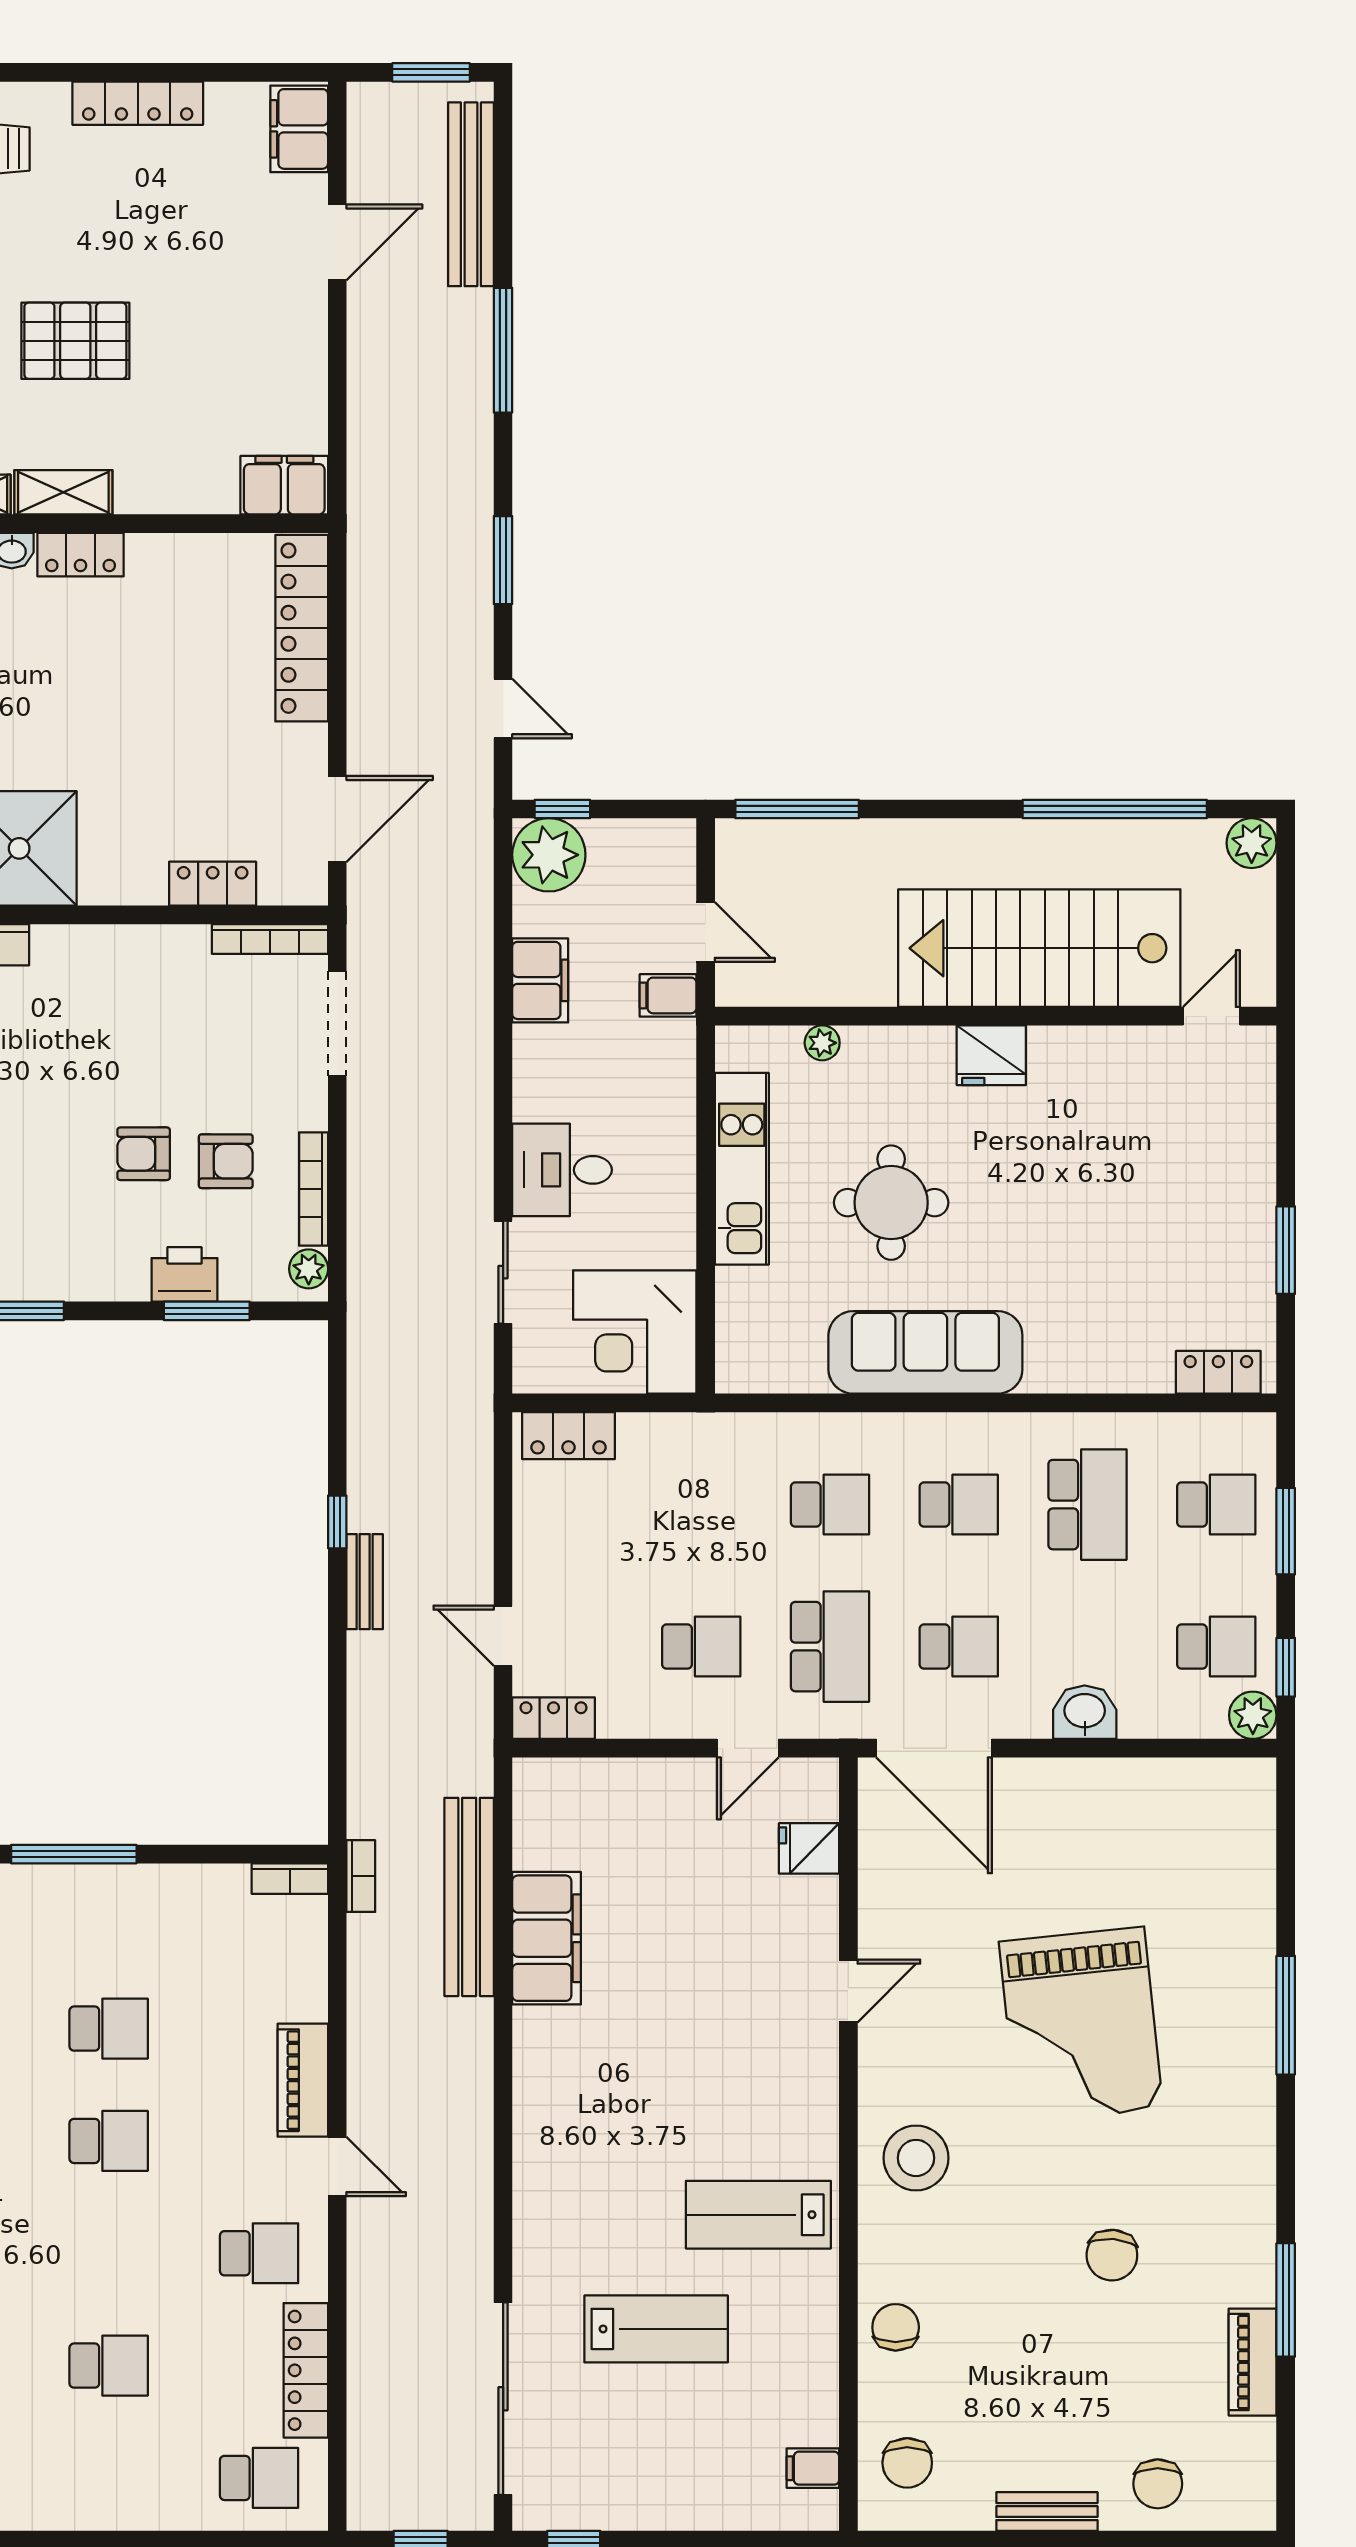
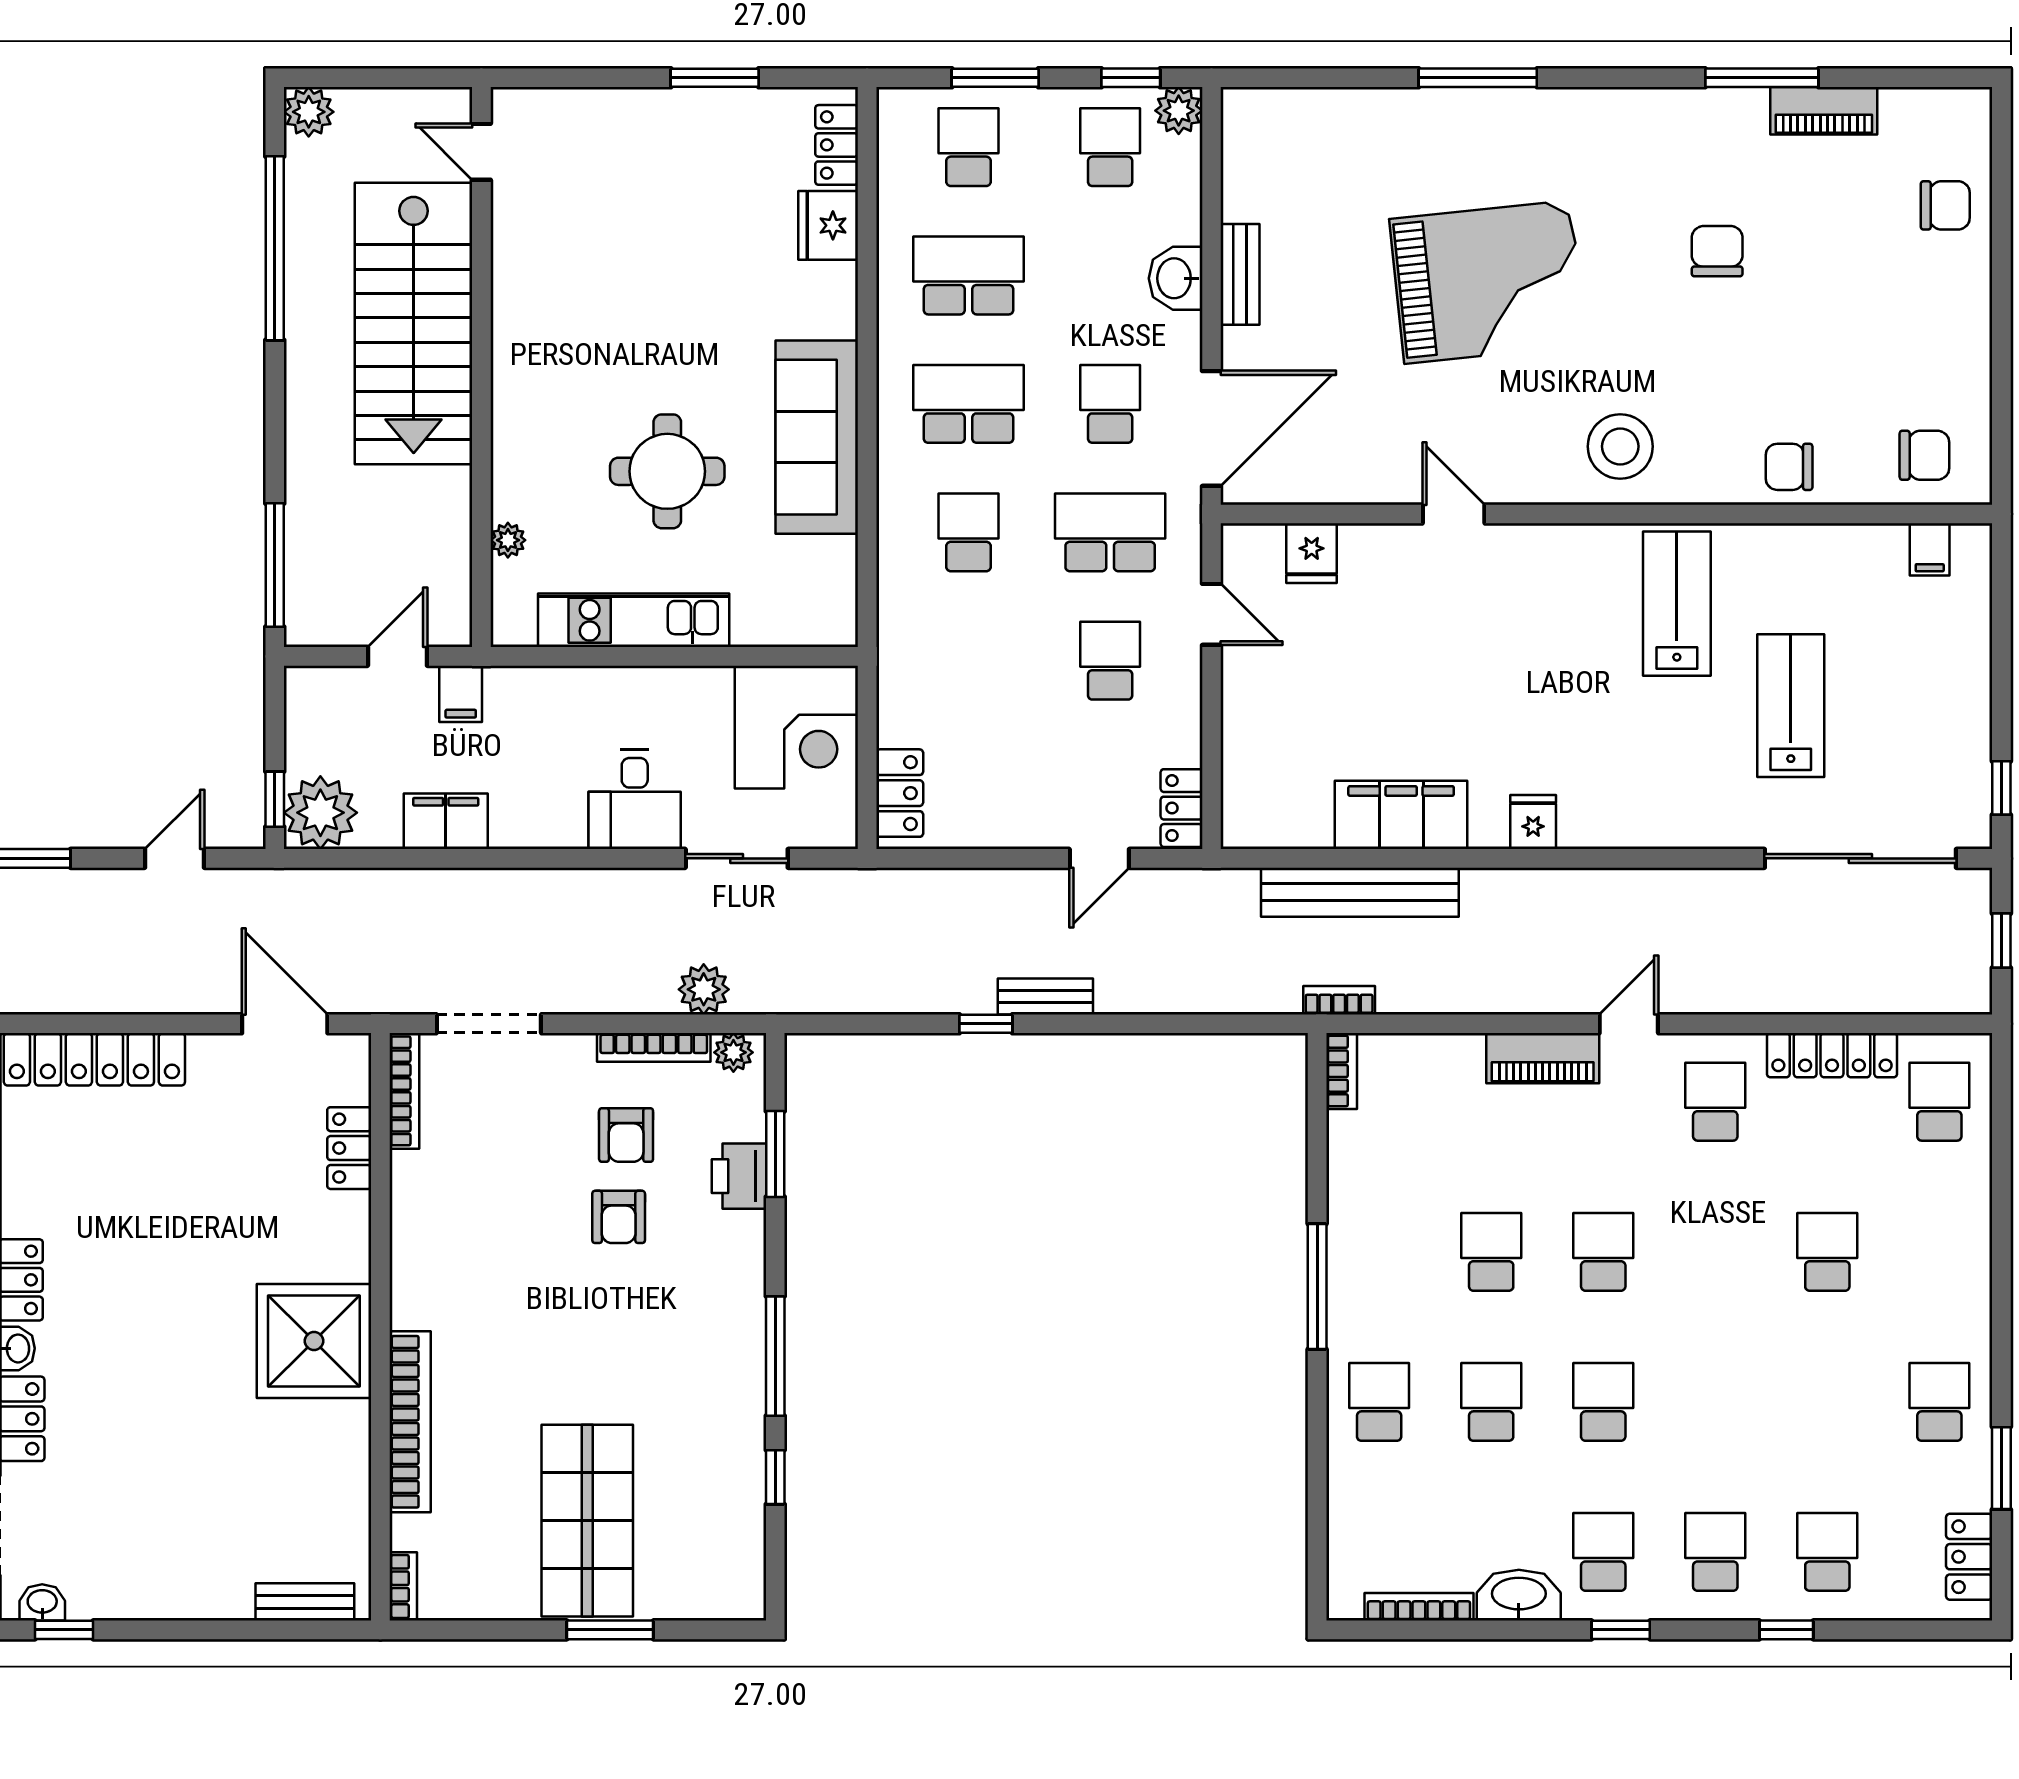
fridge: (991, 1055) -> (828, 225), moved, turned 180
armchair: (226, 1161) -> (626, 1135), turned 180
plant: (372, 1239) -> (704, 989), added
school desk: (959, 1505) -> (969, 404), width x1.85
fridge: (539, 2071) -> (1533, 822), added
lab bench: (758, 2215) -> (1677, 604), turned 180
chair: (1112, 2255) -> (1717, 251), turned -95
bench: (1047, 2512) -> (1240, 274), moved

